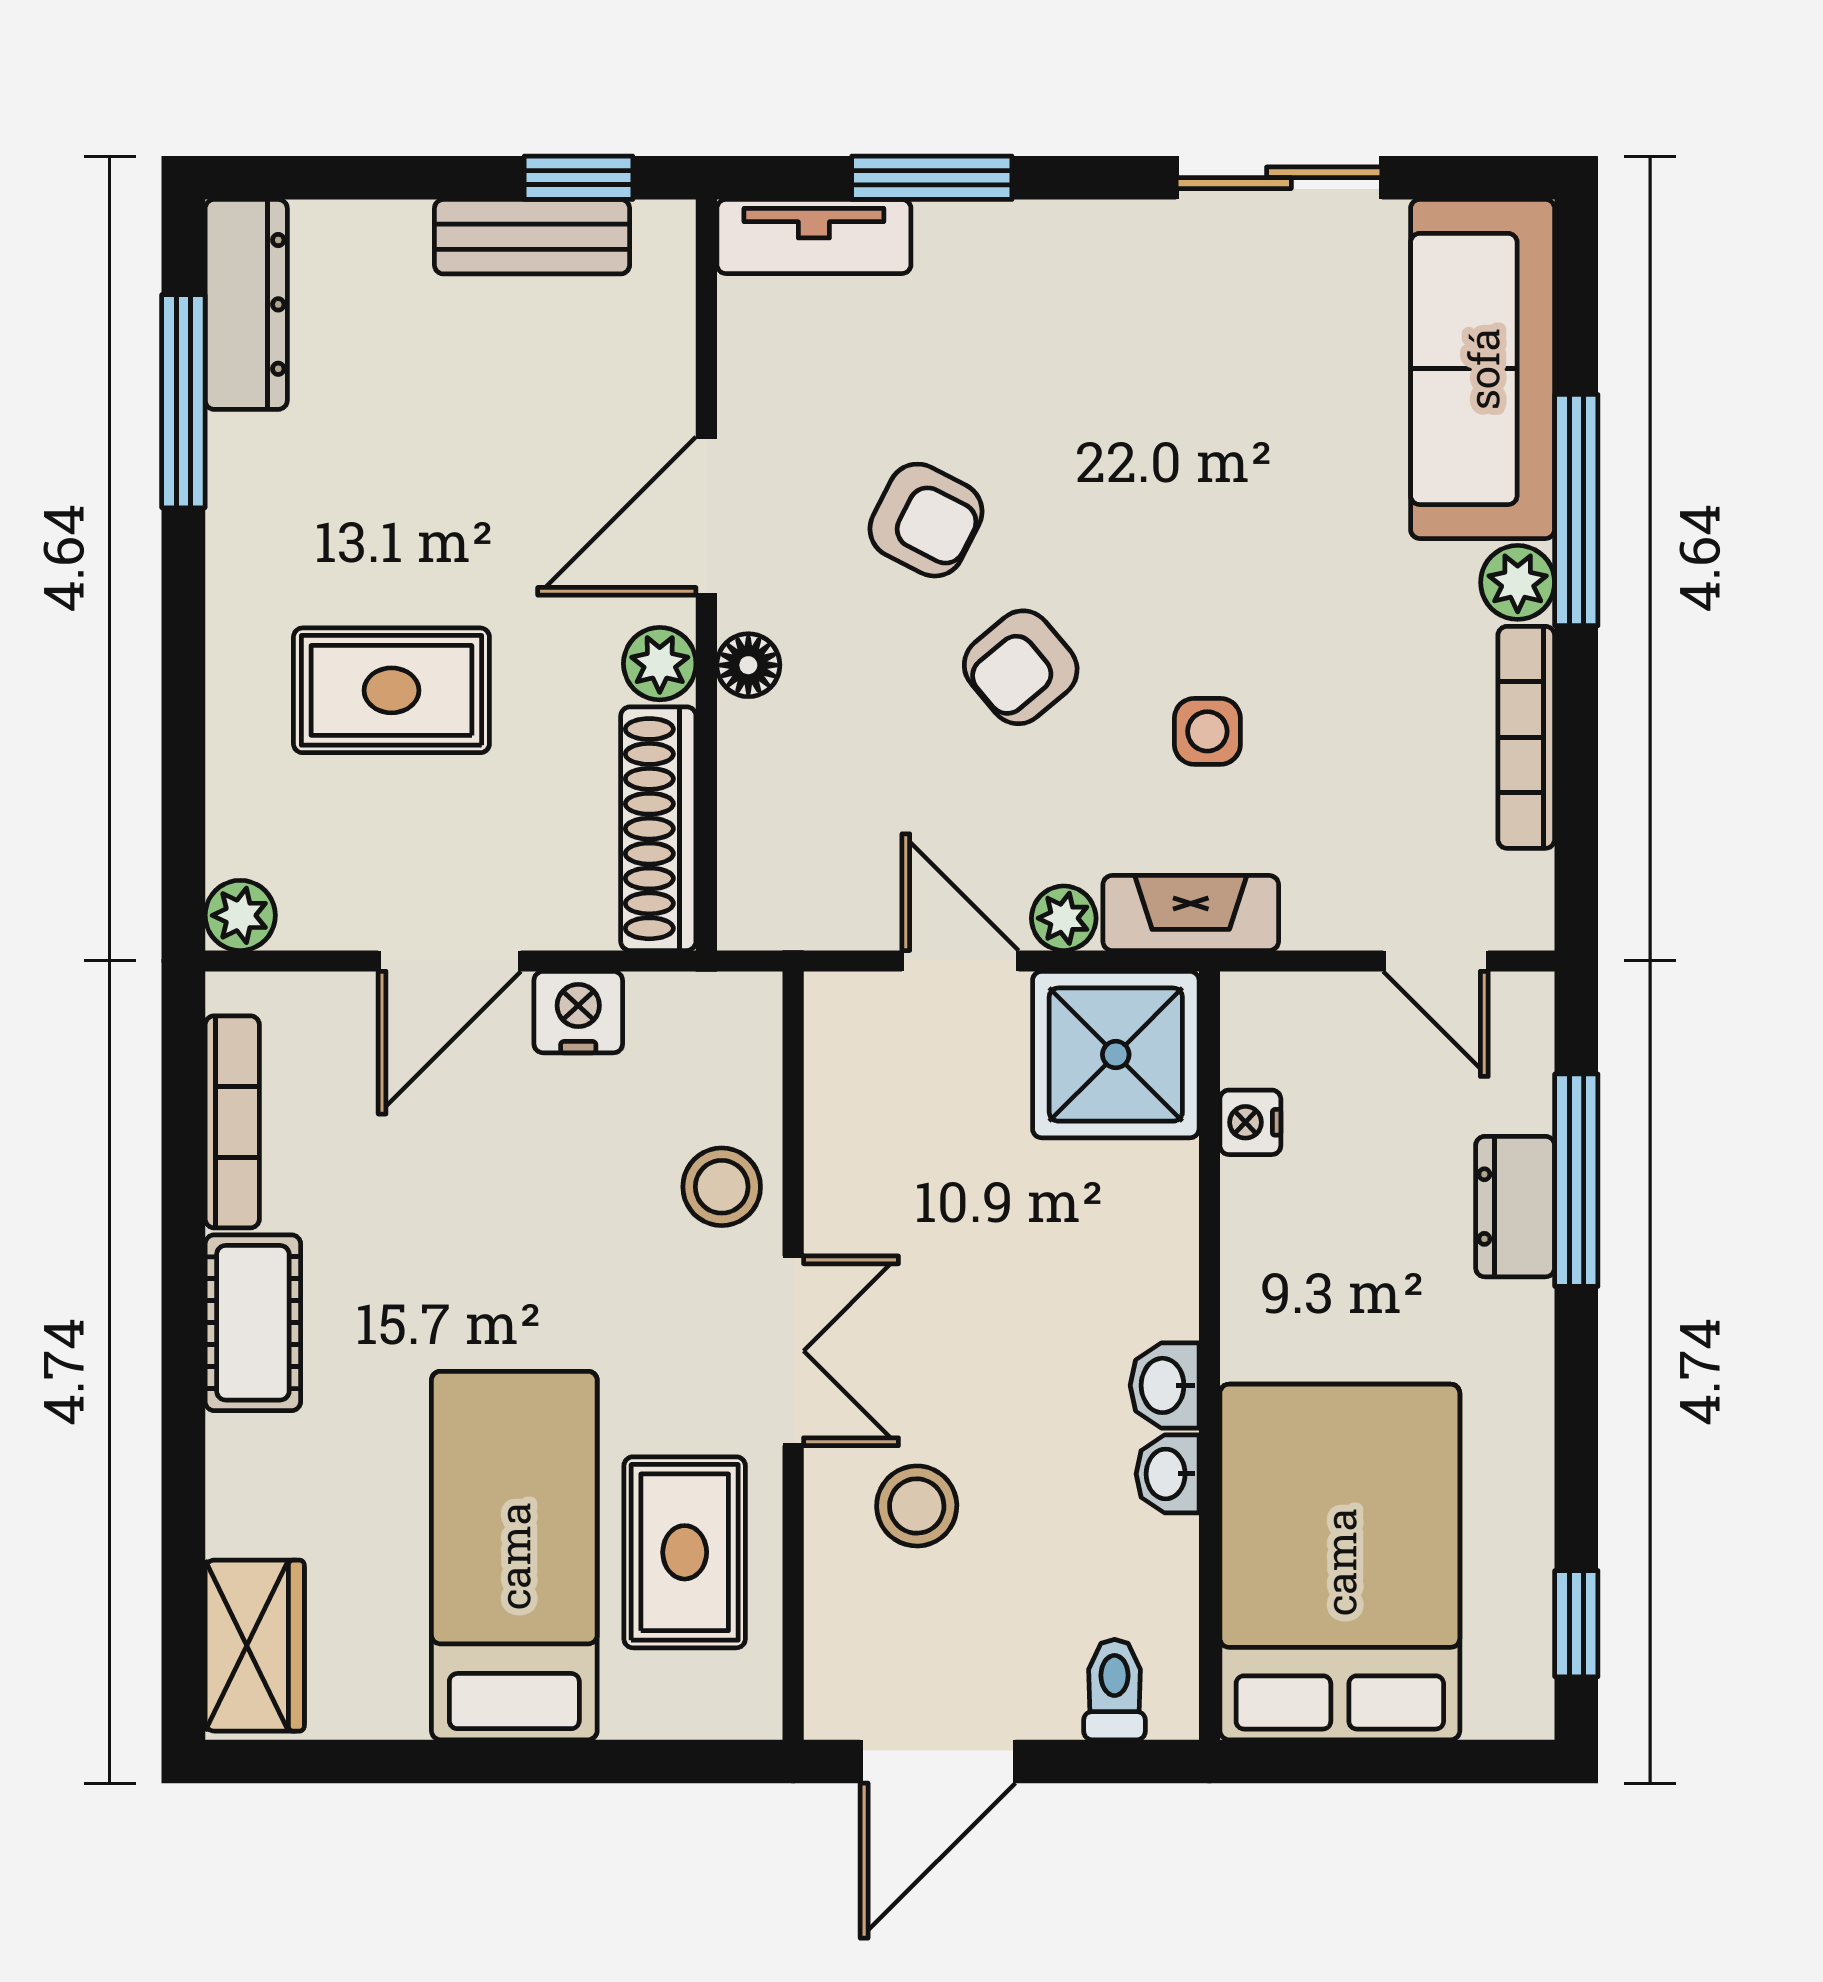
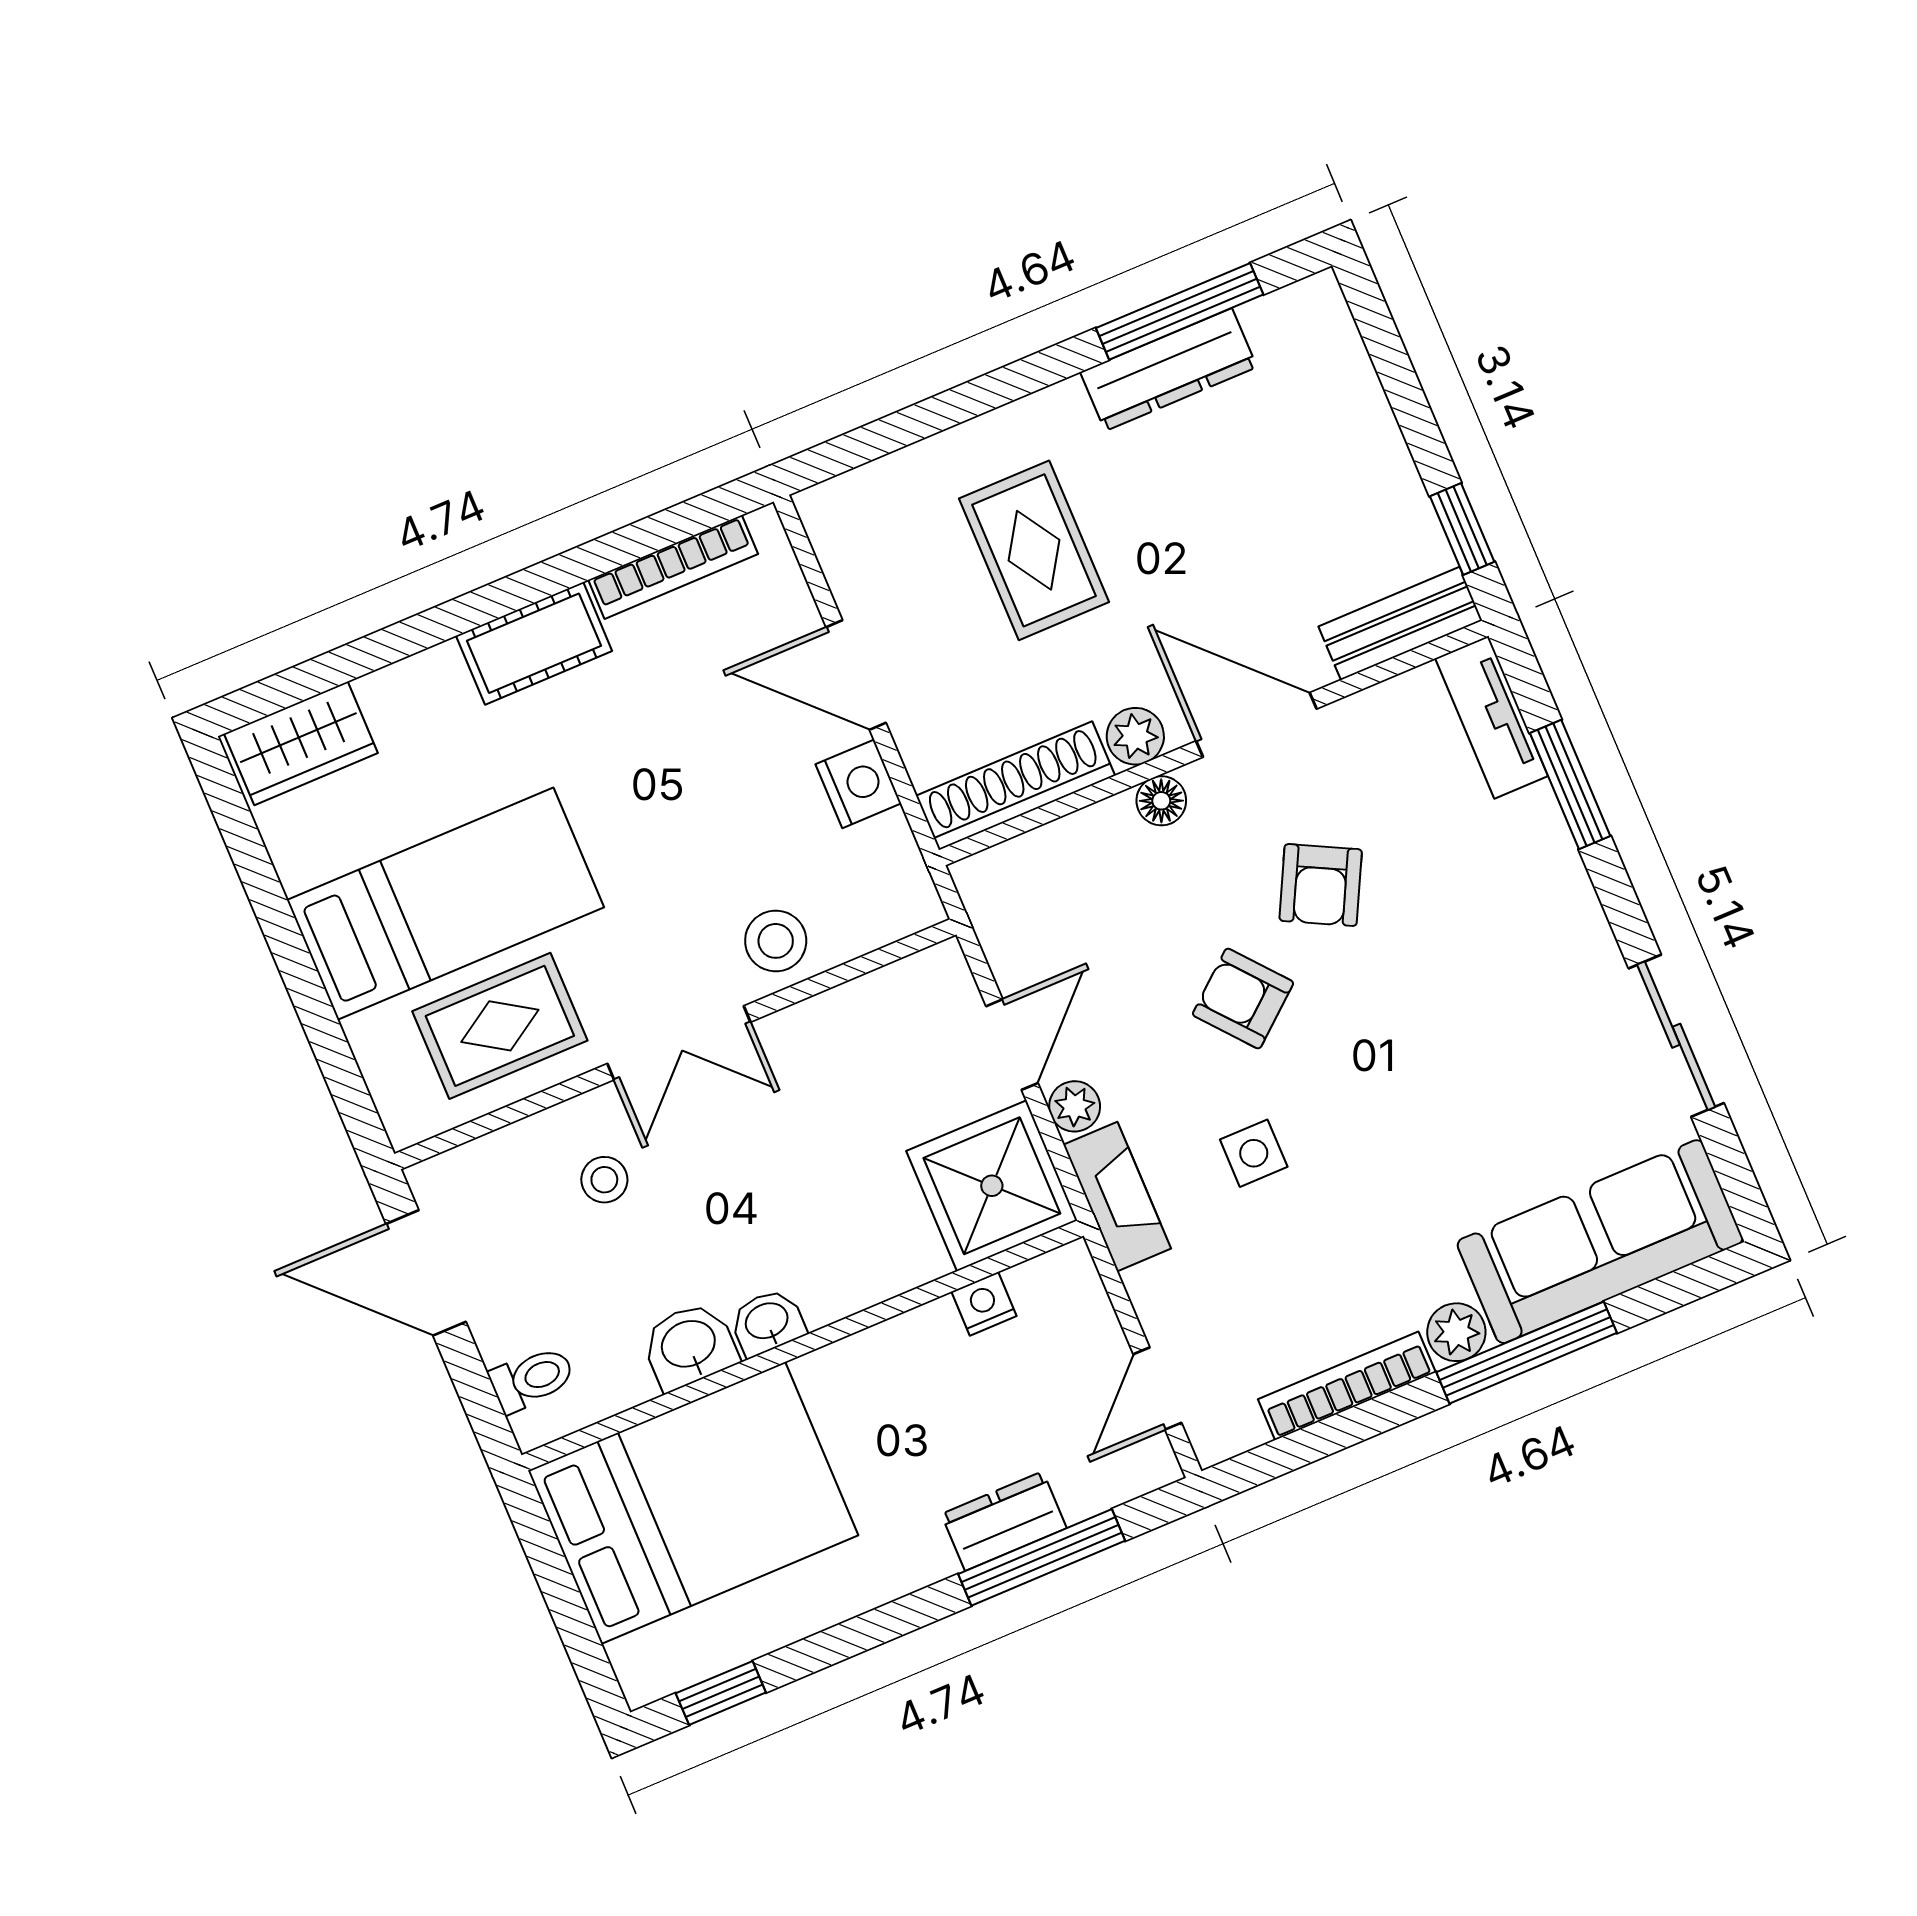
bench: (532, 237) -> (1400, 623), moved, turned 90
dresser: (246, 304) -> (1169, 370), moved
plant: (240, 915) -> (825, 510), removed
washbasin: (1168, 1474) -> (689, 1346), width x1.38, depth x1.45
stool: (917, 1506) -> (604, 1180), width x0.73, depth x0.73

